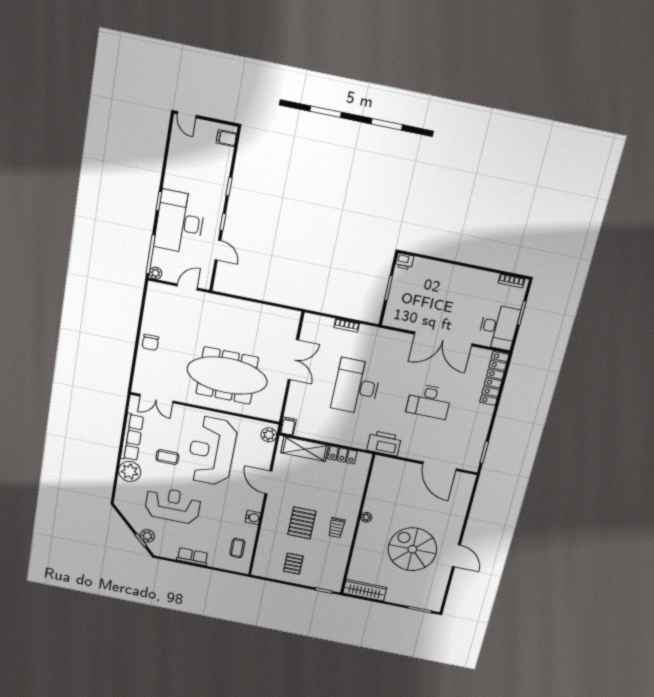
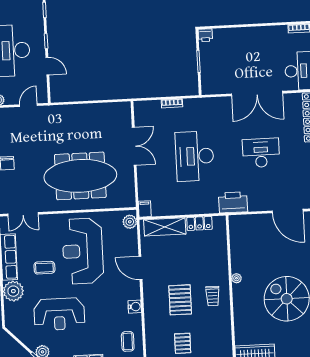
desk: (429, 401) -> (261, 153), turned 180
reception desk: (173, 505) -> (59, 314), turned 180

